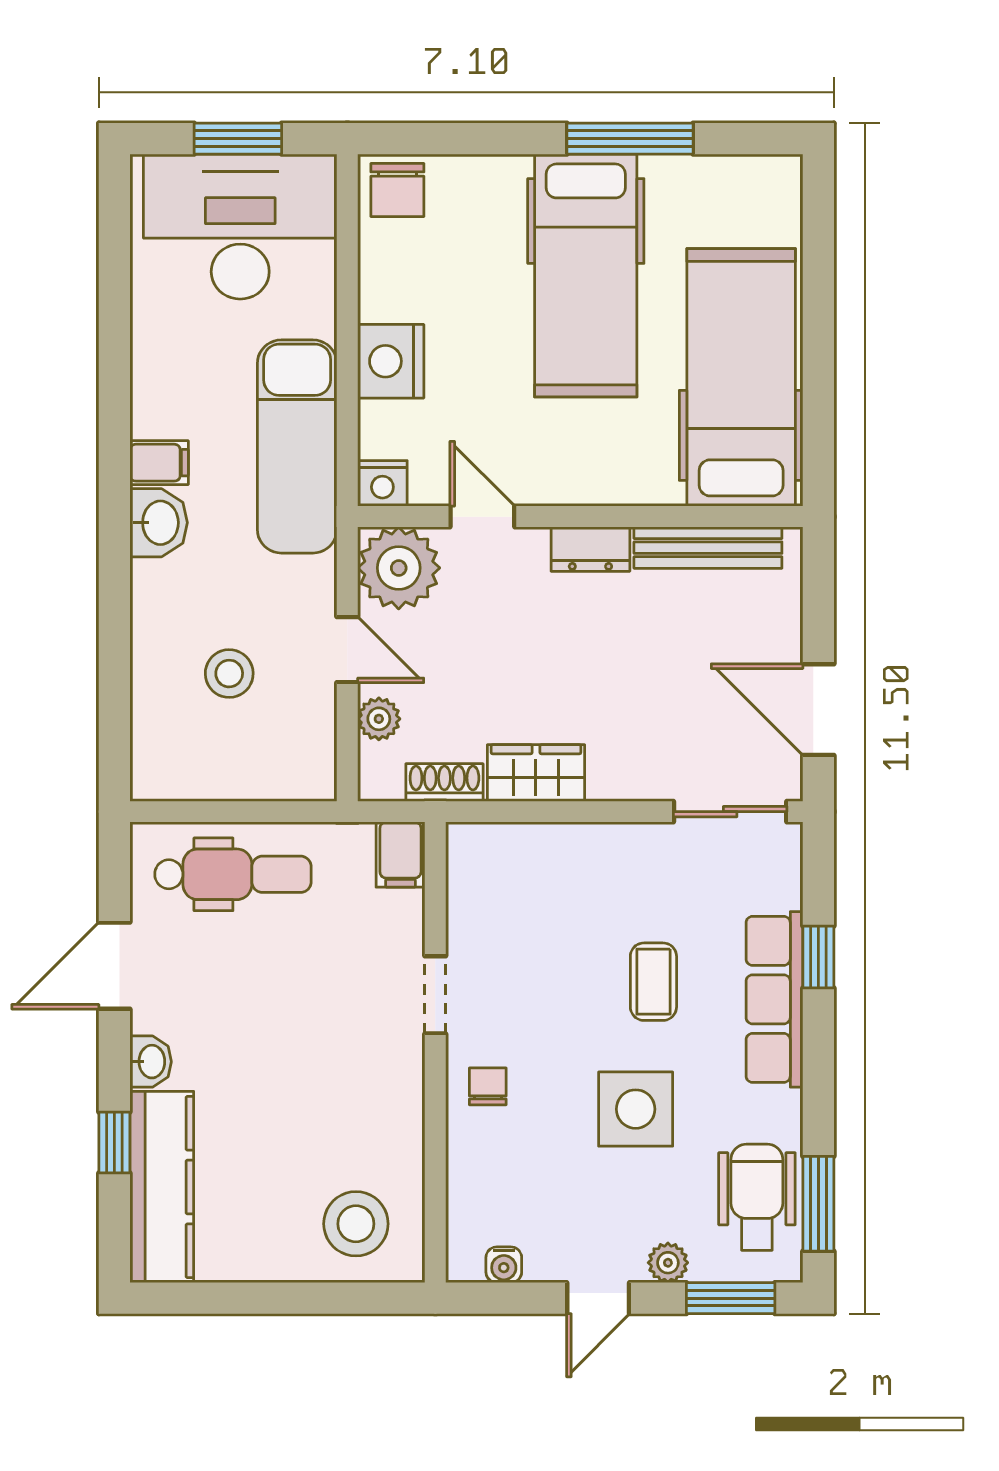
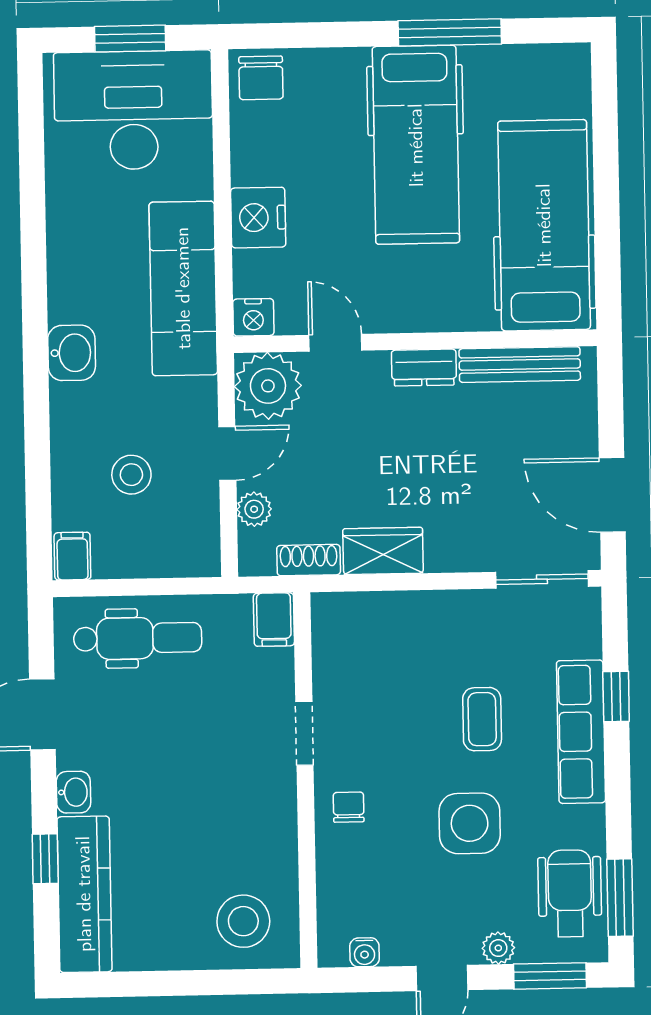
filing cabinet: (159, 463) -> (72, 556), moved, turned -90
door: (347, 650) -> (227, 453), hinge flipped

